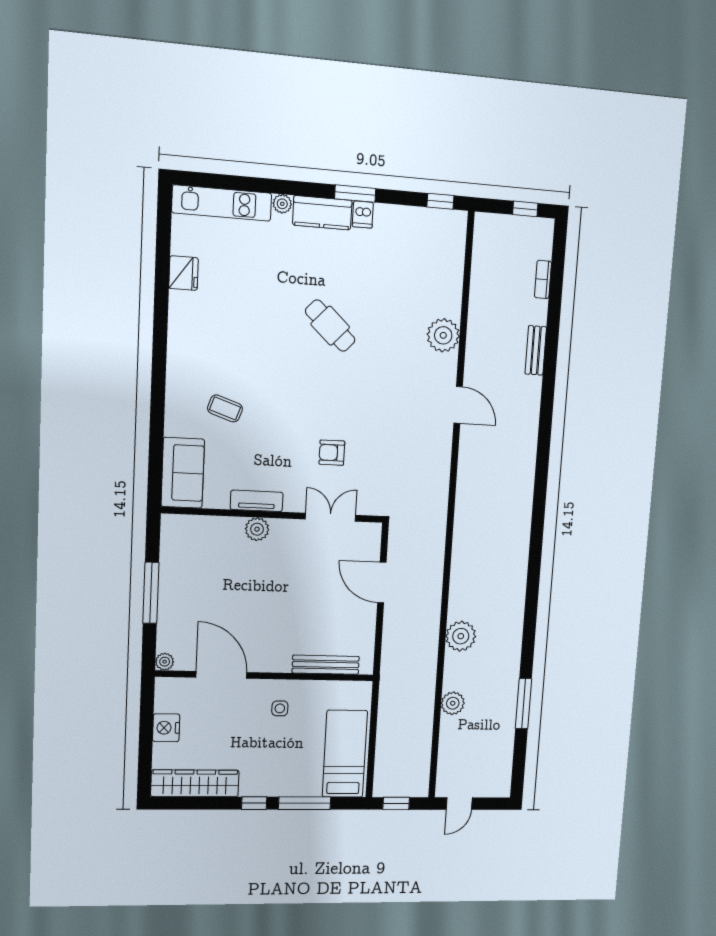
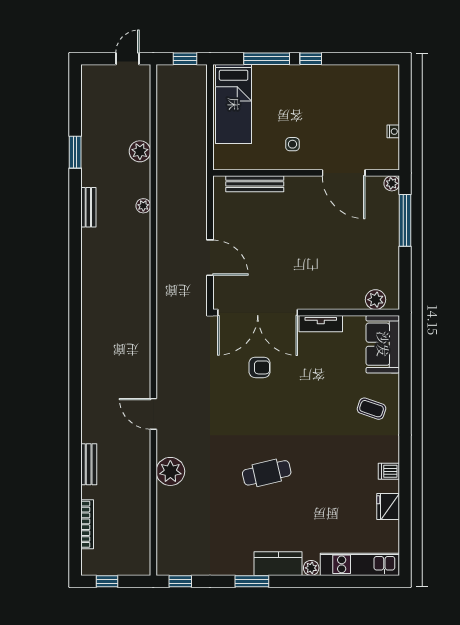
dishwasher: (363, 214) -> (389, 471), moved, turned -90
bookcase: (543, 279) -> (87, 524), width x1.56
cafe table: (330, 326) -> (267, 473), turned -56
coffee table: (225, 408) -> (372, 409), moved
double door: (331, 517) -> (258, 312), width x1.87
plant: (257, 529) -> (376, 300), moved
window: (151, 593) -> (405, 220), moved
plant: (461, 636) -> (143, 206), width x0.53, depth x0.53
bench: (514, 643) -> (88, 207), added
window: (523, 704) -> (75, 152), width x0.69
nightstand: (166, 728) -> (393, 131), width x0.53, depth x0.56
wardrobe: (195, 783) -> (362, 77), removed

